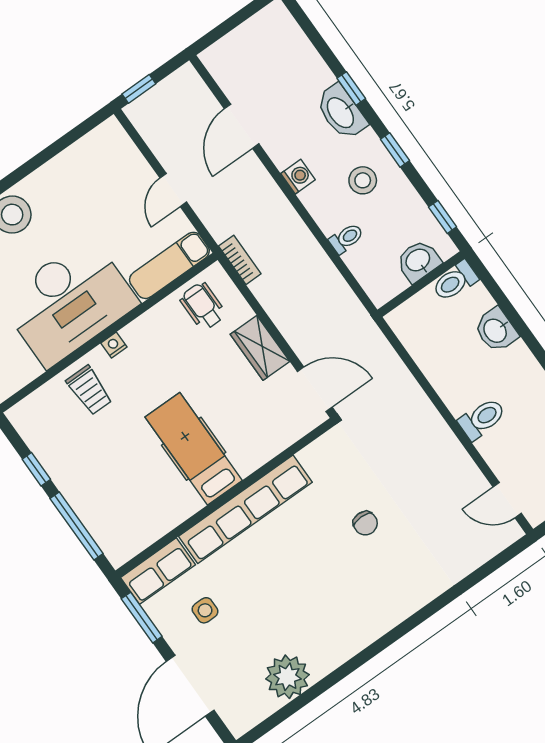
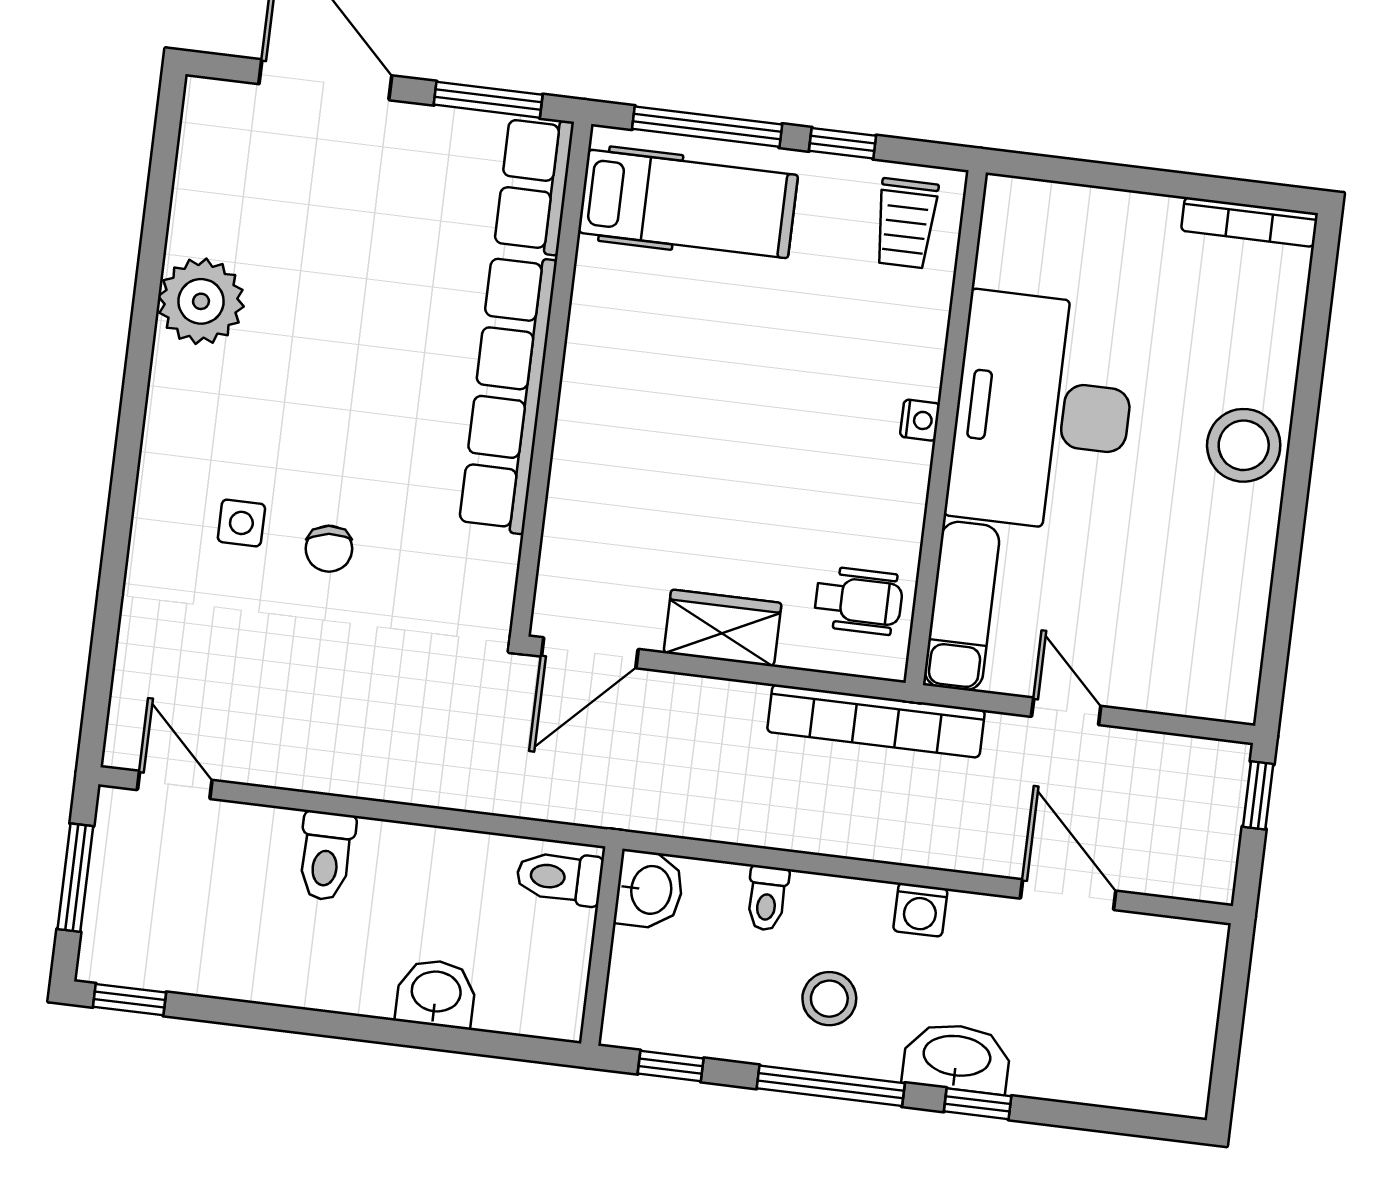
window: (395, 150) -> (831, 1086), width x2.17
bookcase: (240, 260) -> (876, 721), width x2.31, depth x1.31
washbasin: (418, 261) -> (649, 890), moved
toilet: (455, 281) -> (559, 878), moved, turned -90
trolley: (89, 390) -> (906, 223), moved, turned -90
hospital bed: (194, 449) -> (688, 204), moved
door: (507, 500) -> (175, 785), hinge flipped
chair: (365, 523) -> (329, 549), turned -97
side table: (205, 610) -> (241, 523), moved
plant: (287, 677) -> (201, 301), moved

